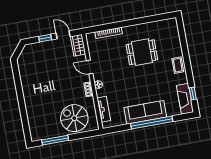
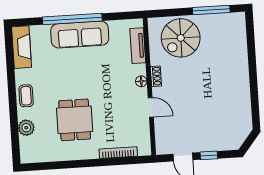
plant: (175, 43) -> (26, 128), added
wardrobe: (78, 45) -> (163, 140), removed
dining table: (142, 52) -> (75, 120), turned 90
window: (193, 94) -> (10, 53), removed
spiral stairs: (74, 118) -> (181, 38), turned 90

